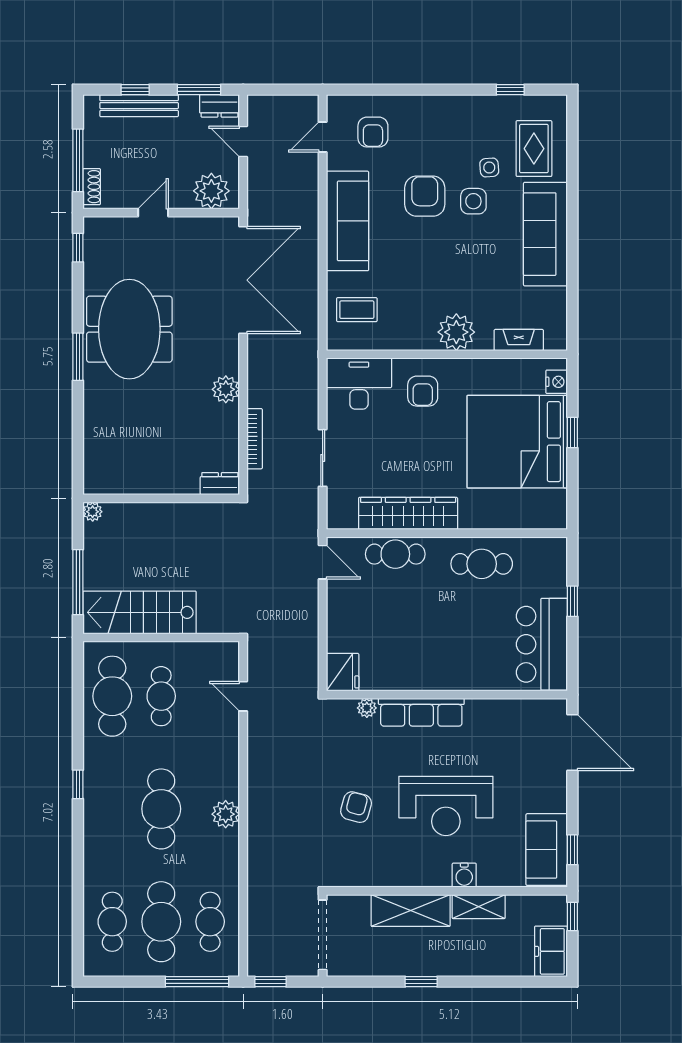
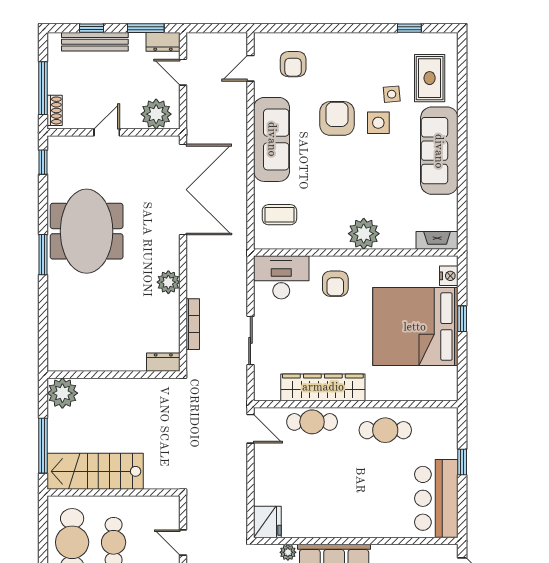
fireplace: (519, 340) -> (437, 240), moved
plant: (93, 512) -> (62, 393), width x1.88, depth x1.88

